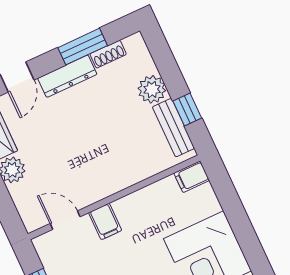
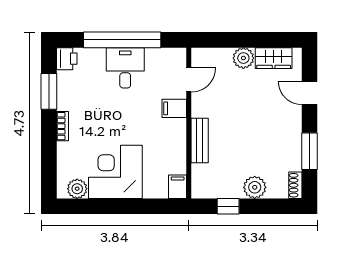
shoe rack: (108, 54) -> (295, 185), moved
dresser: (67, 76) -> (293, 130), removed
bench: (173, 128) -> (200, 140), moved, turned 90

